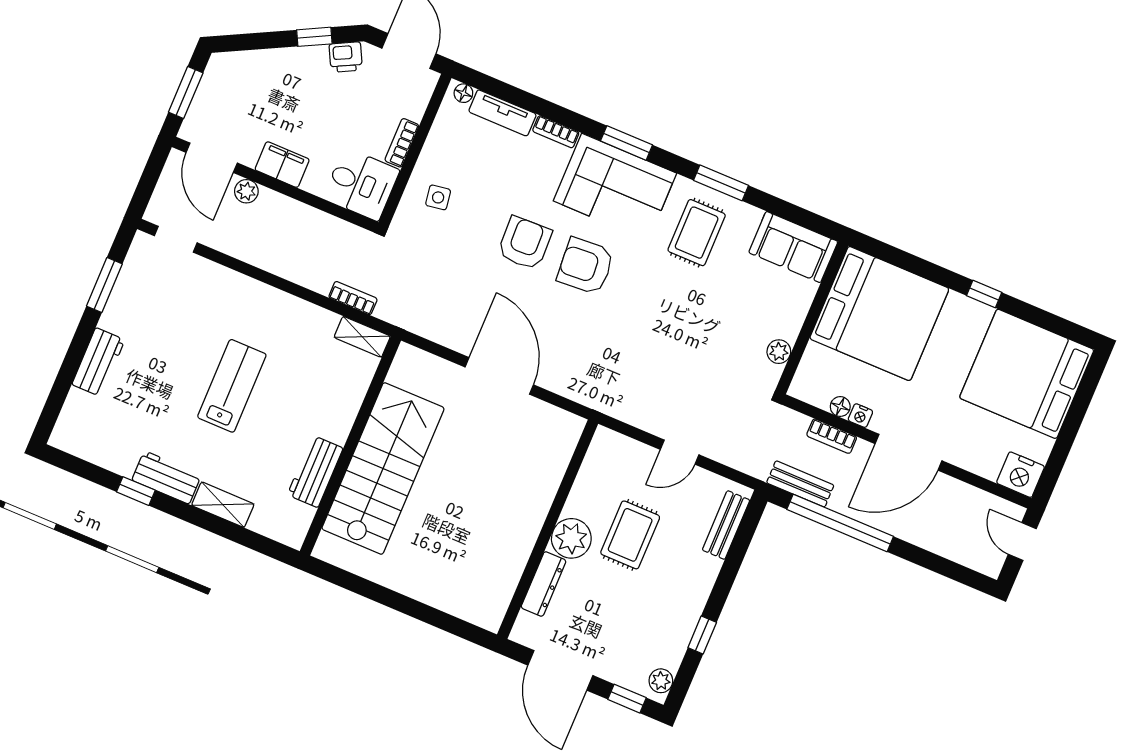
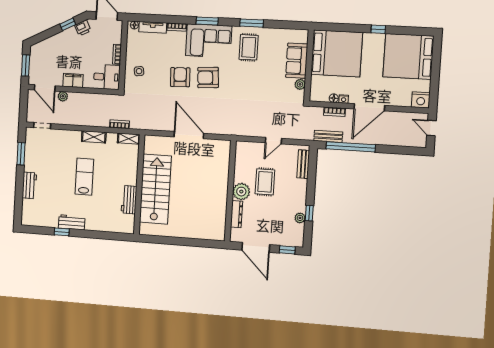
sofa: (793, 247) -> (297, 61), moved, turned 90
shelving: (223, 505) -> (94, 137), moved
plant: (661, 681) -> (300, 218), moved

